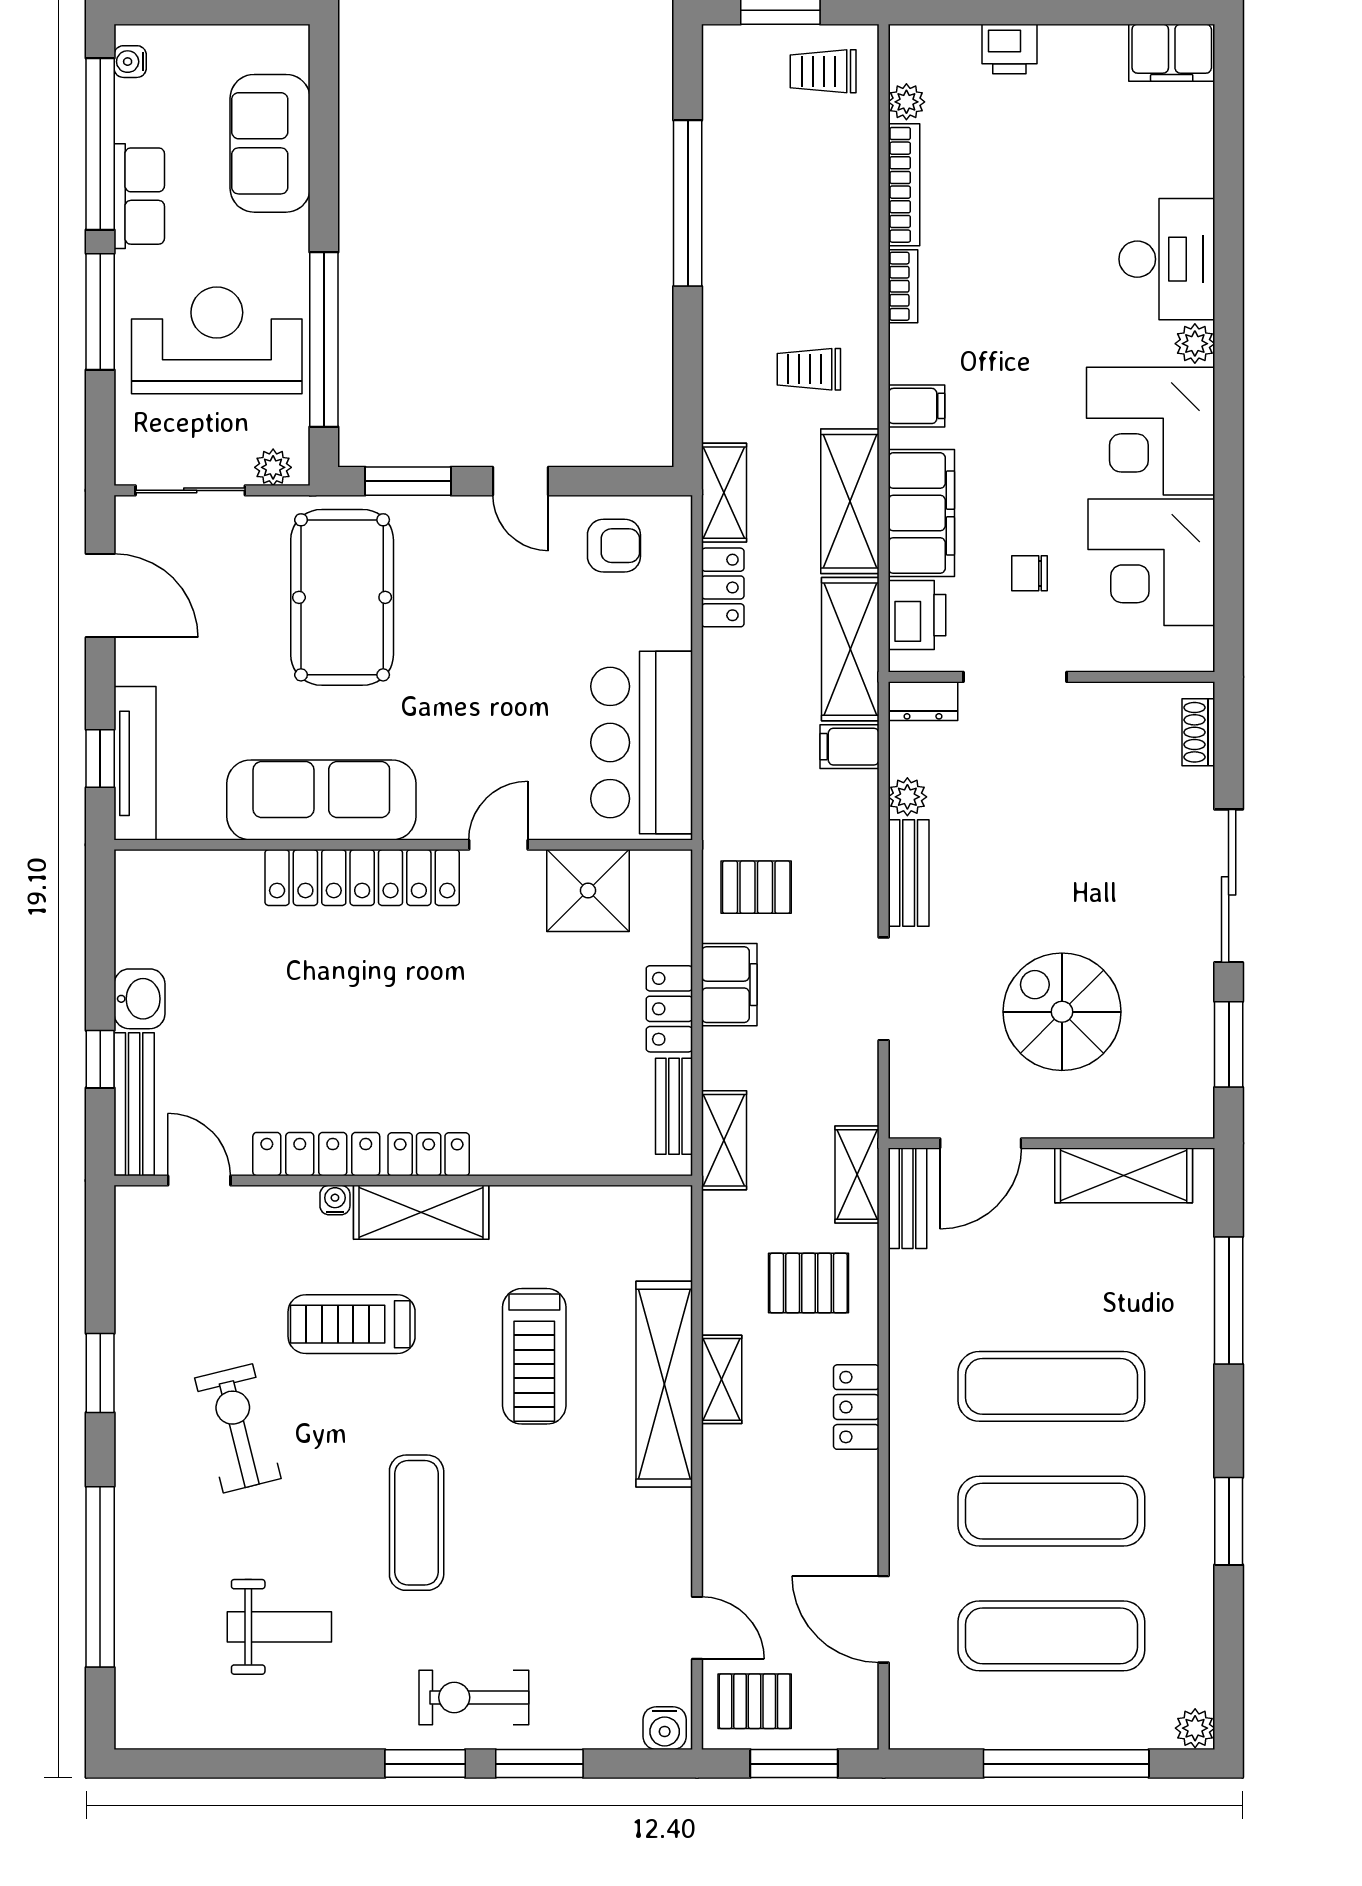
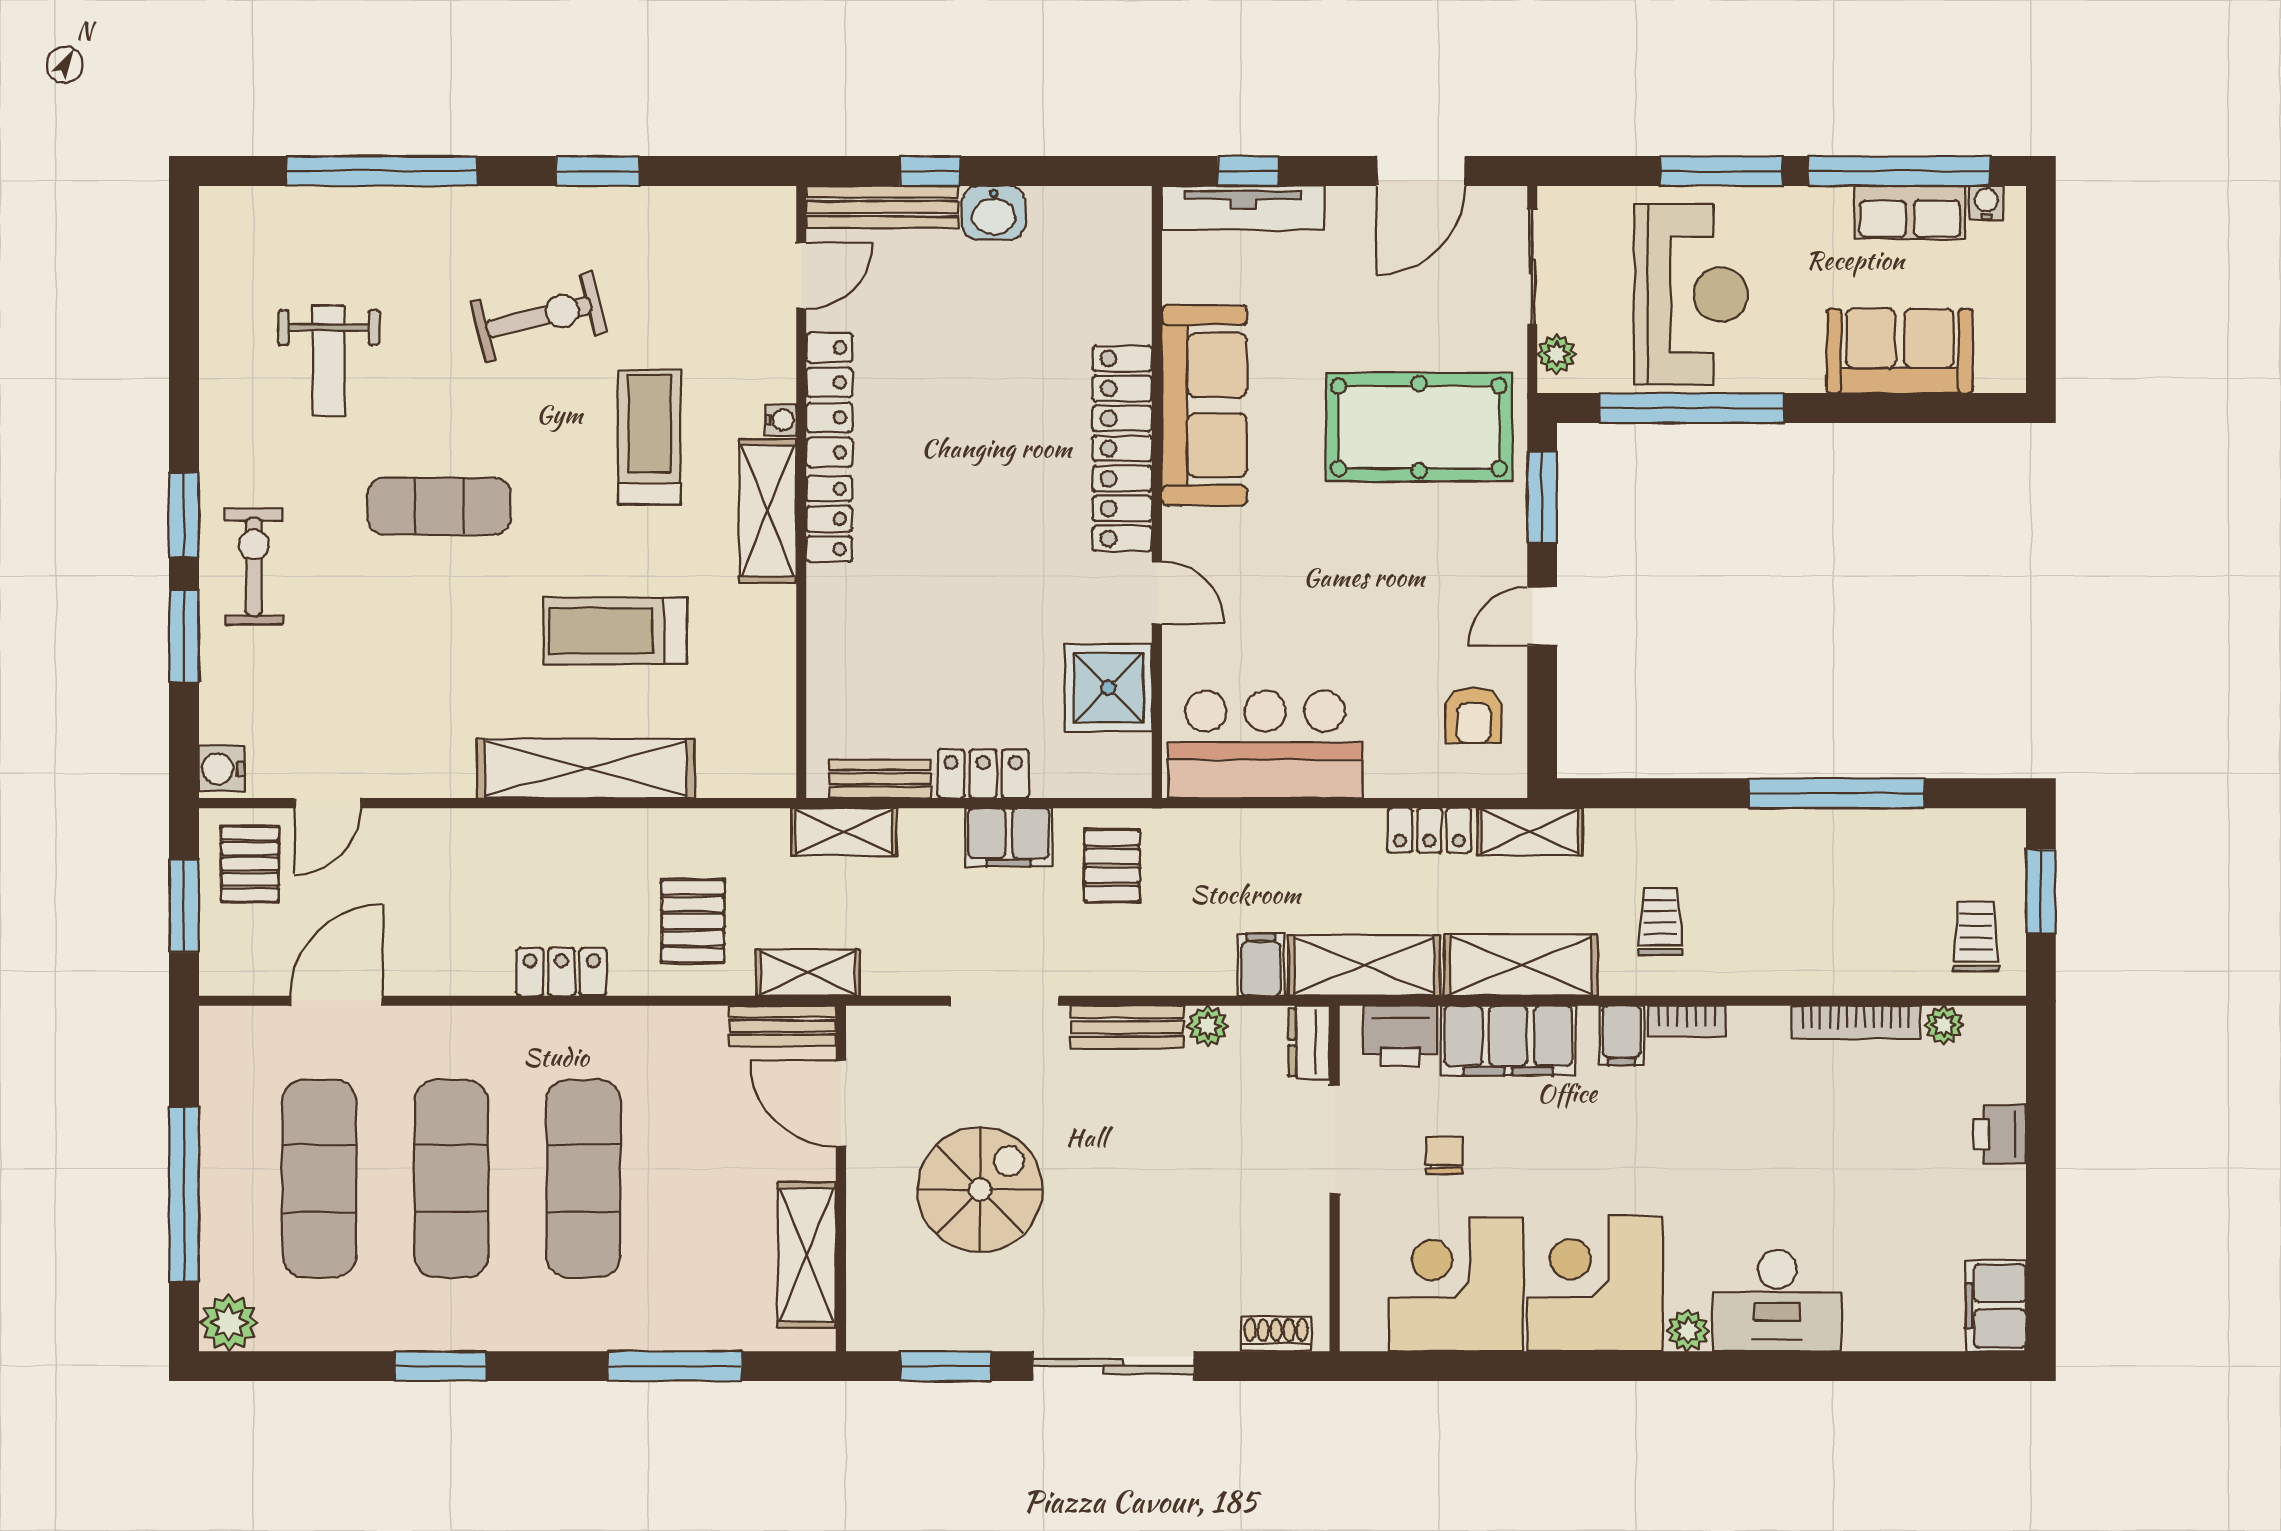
row of seats: (139, 196) -> (1910, 212), moved
bookcase: (903, 286) -> (1687, 1021), moved
shelving: (722, 1379) -> (591, 829), removed
plant: (1195, 1728) -> (229, 1323), width x1.38, depth x1.38

